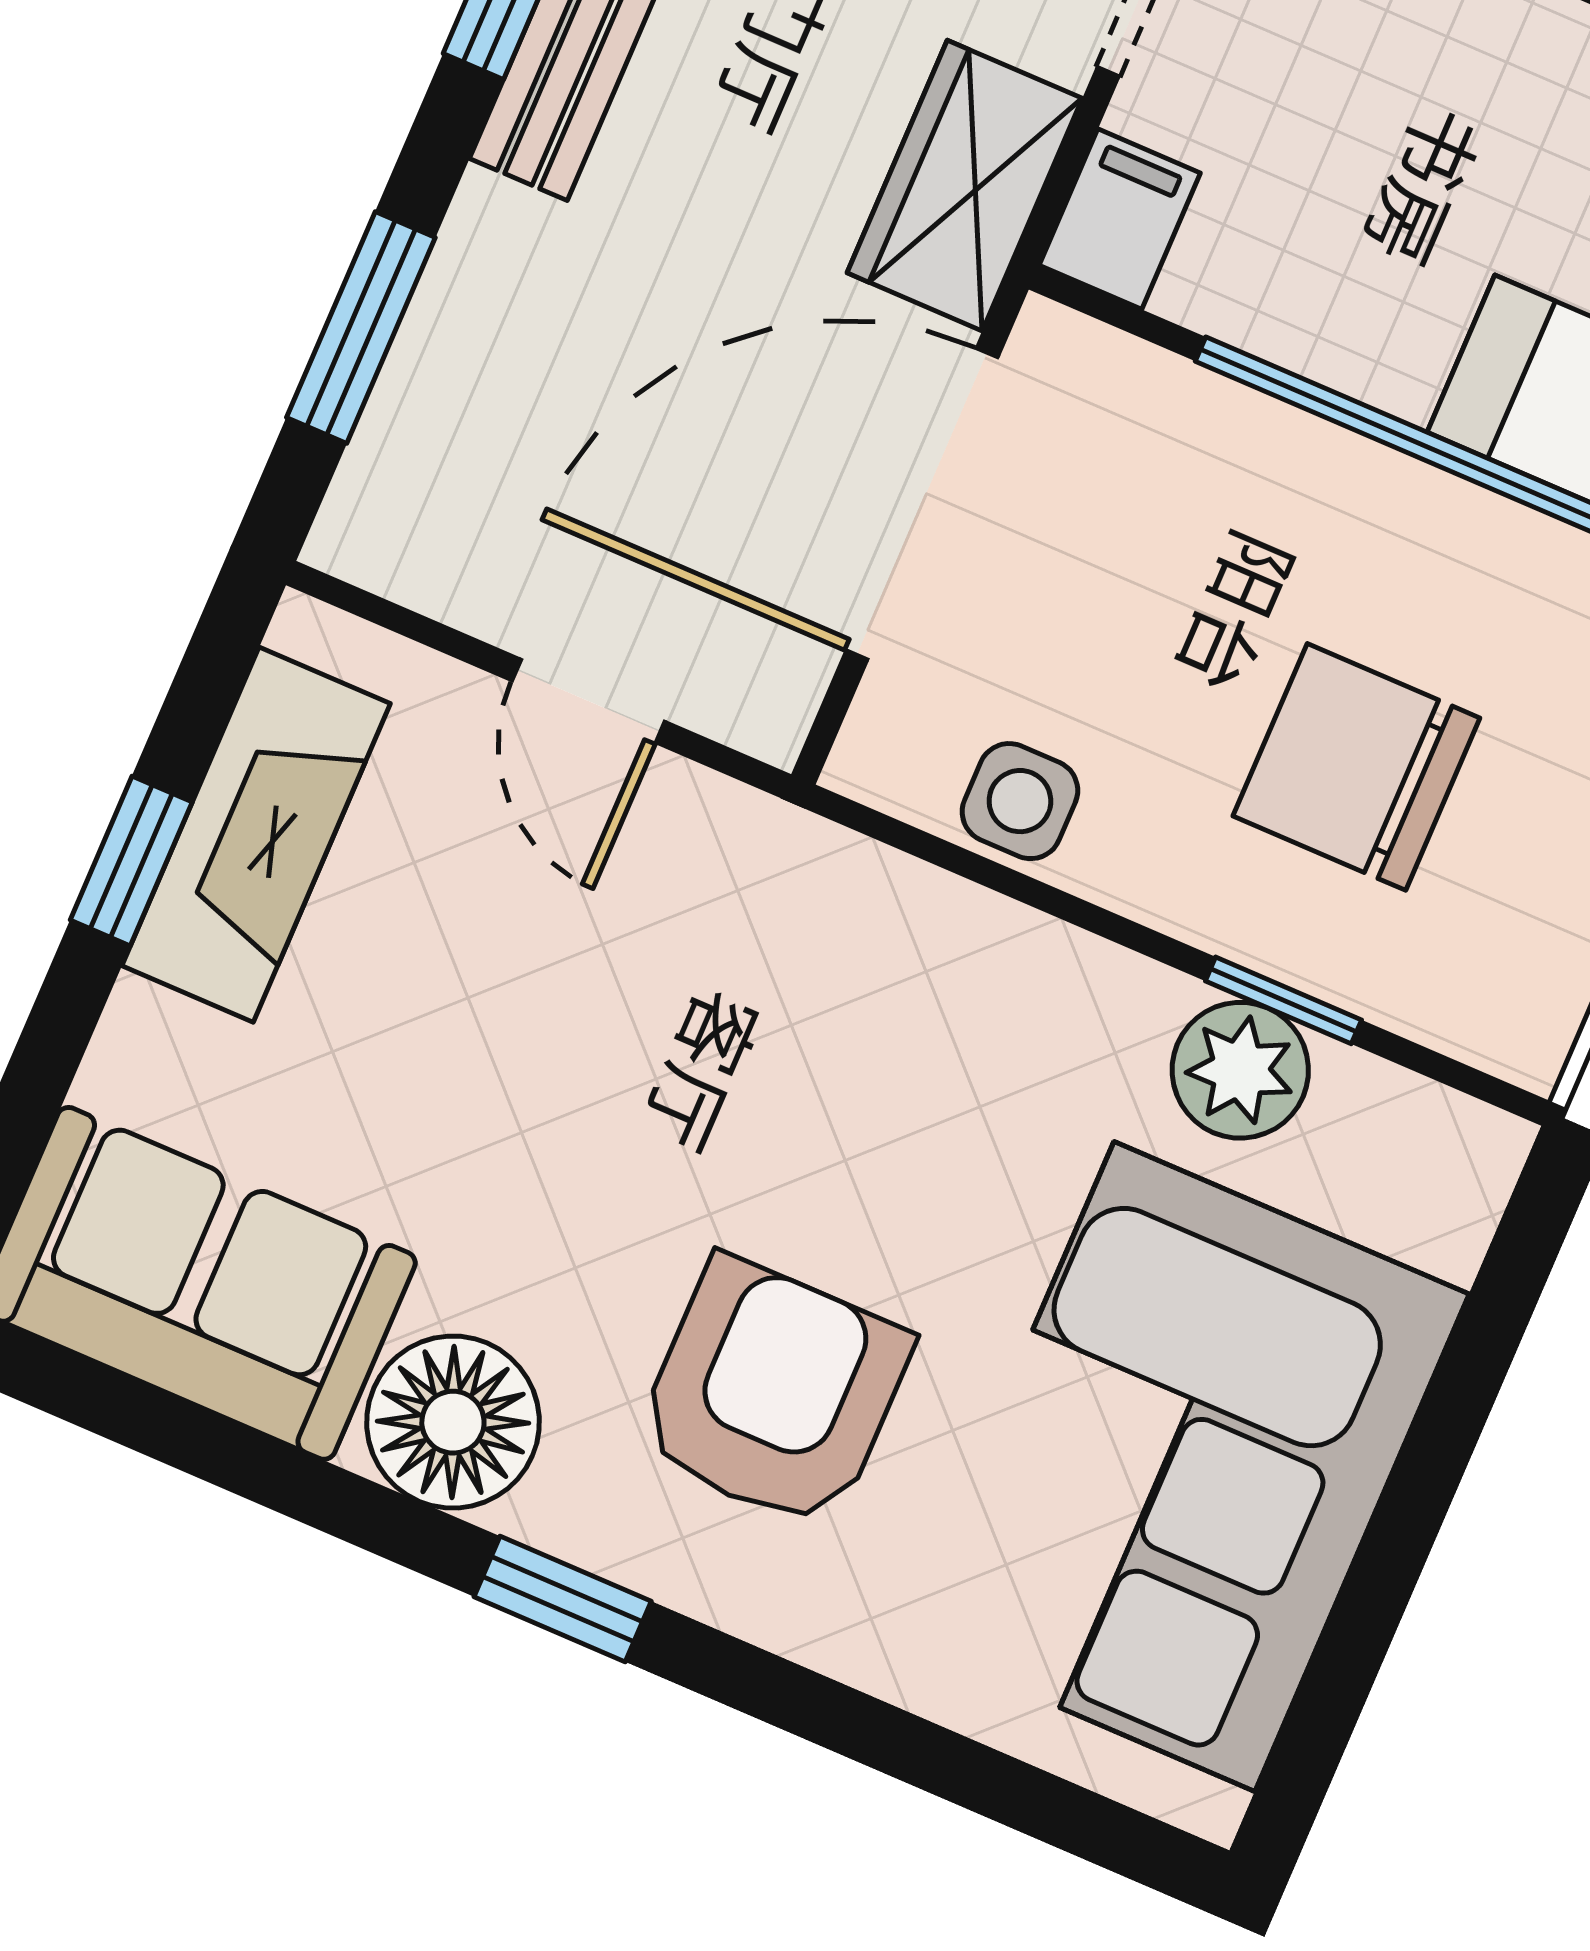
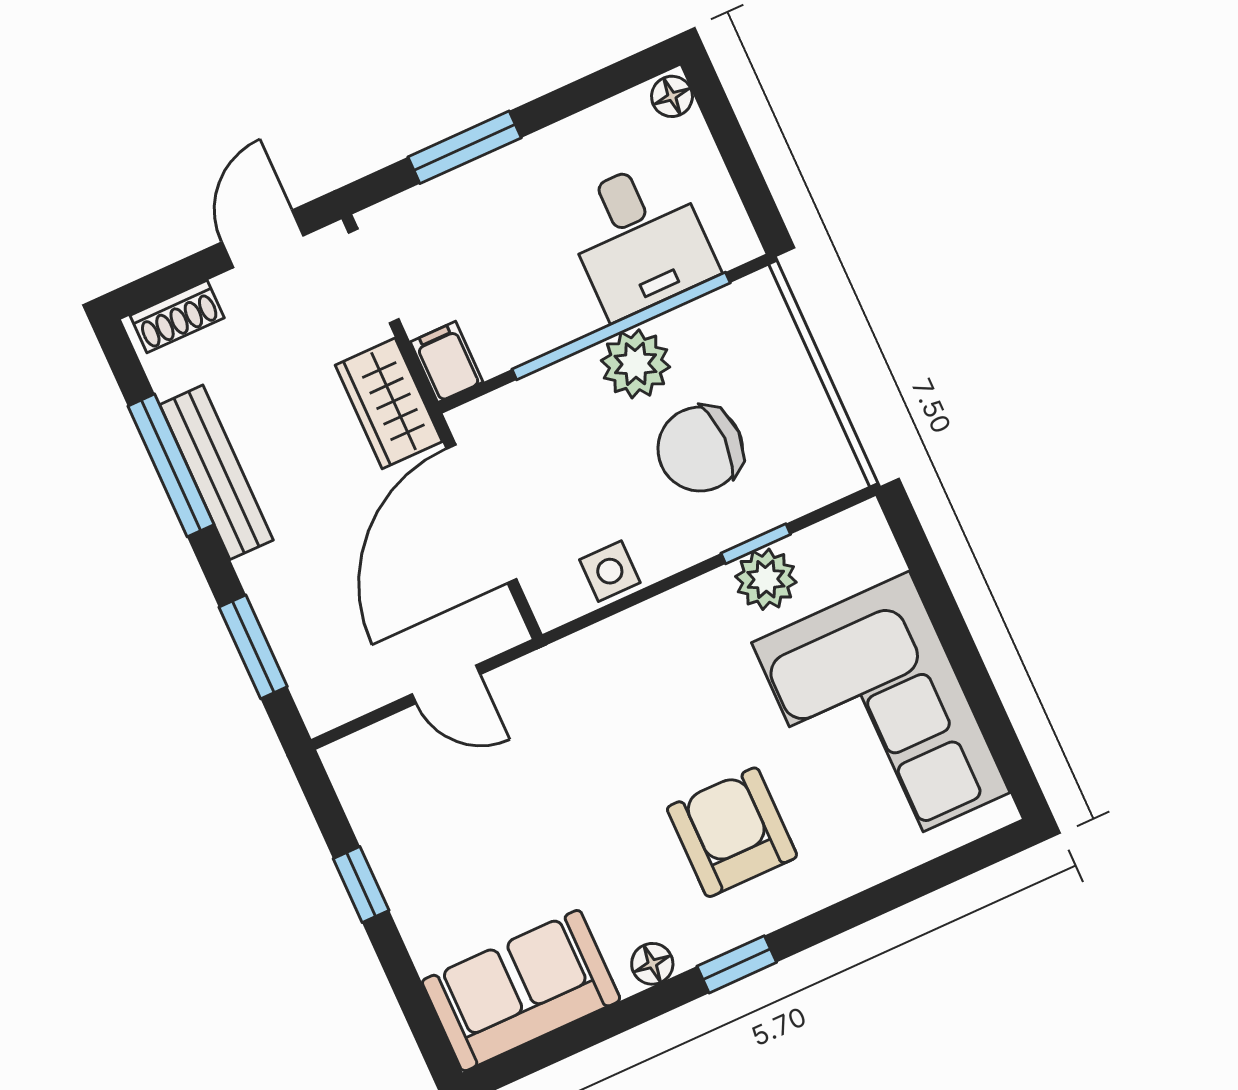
plant: (1400, 533) -> (635, 364), added
fireplace: (256, 835) -> (390, 835), removed
floor lamp: (453, 1422) -> (652, 964), width x0.53, depth x0.53

